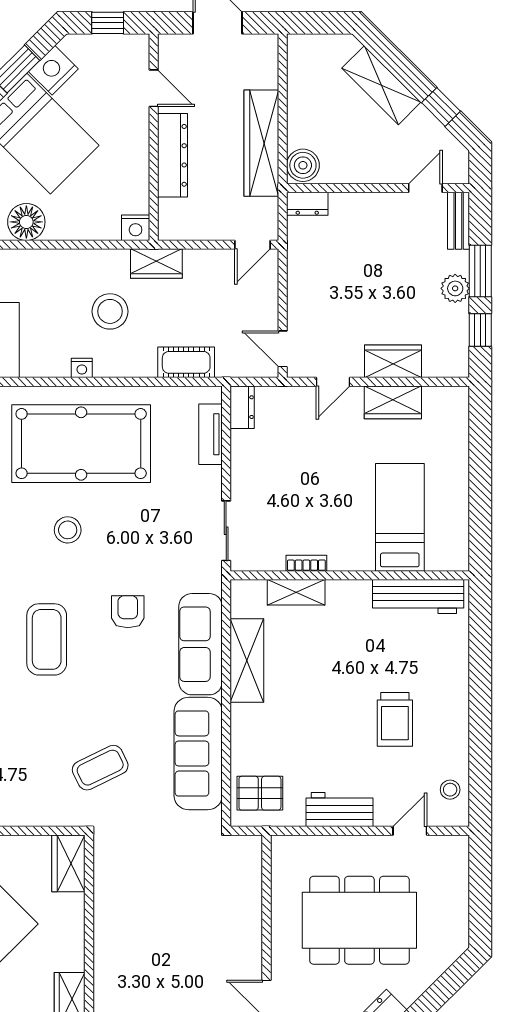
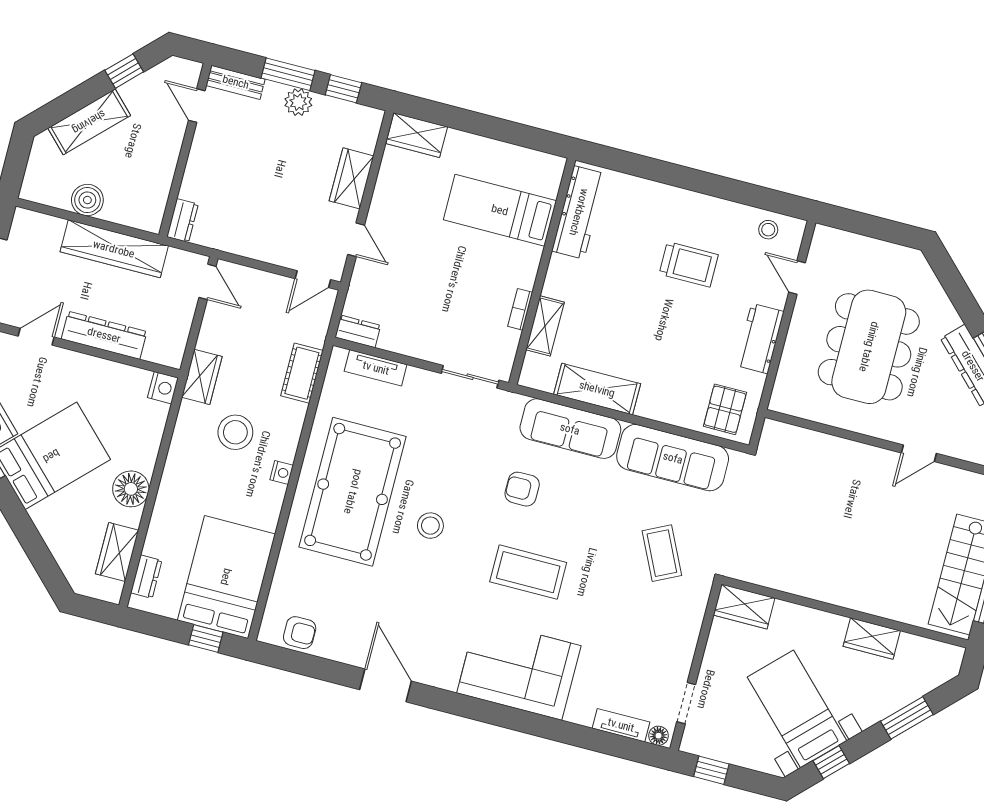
boiler: (303, 165) -> (87, 200), moved
wardrobe: (393, 402) -> (417, 135), moved, turned 90

